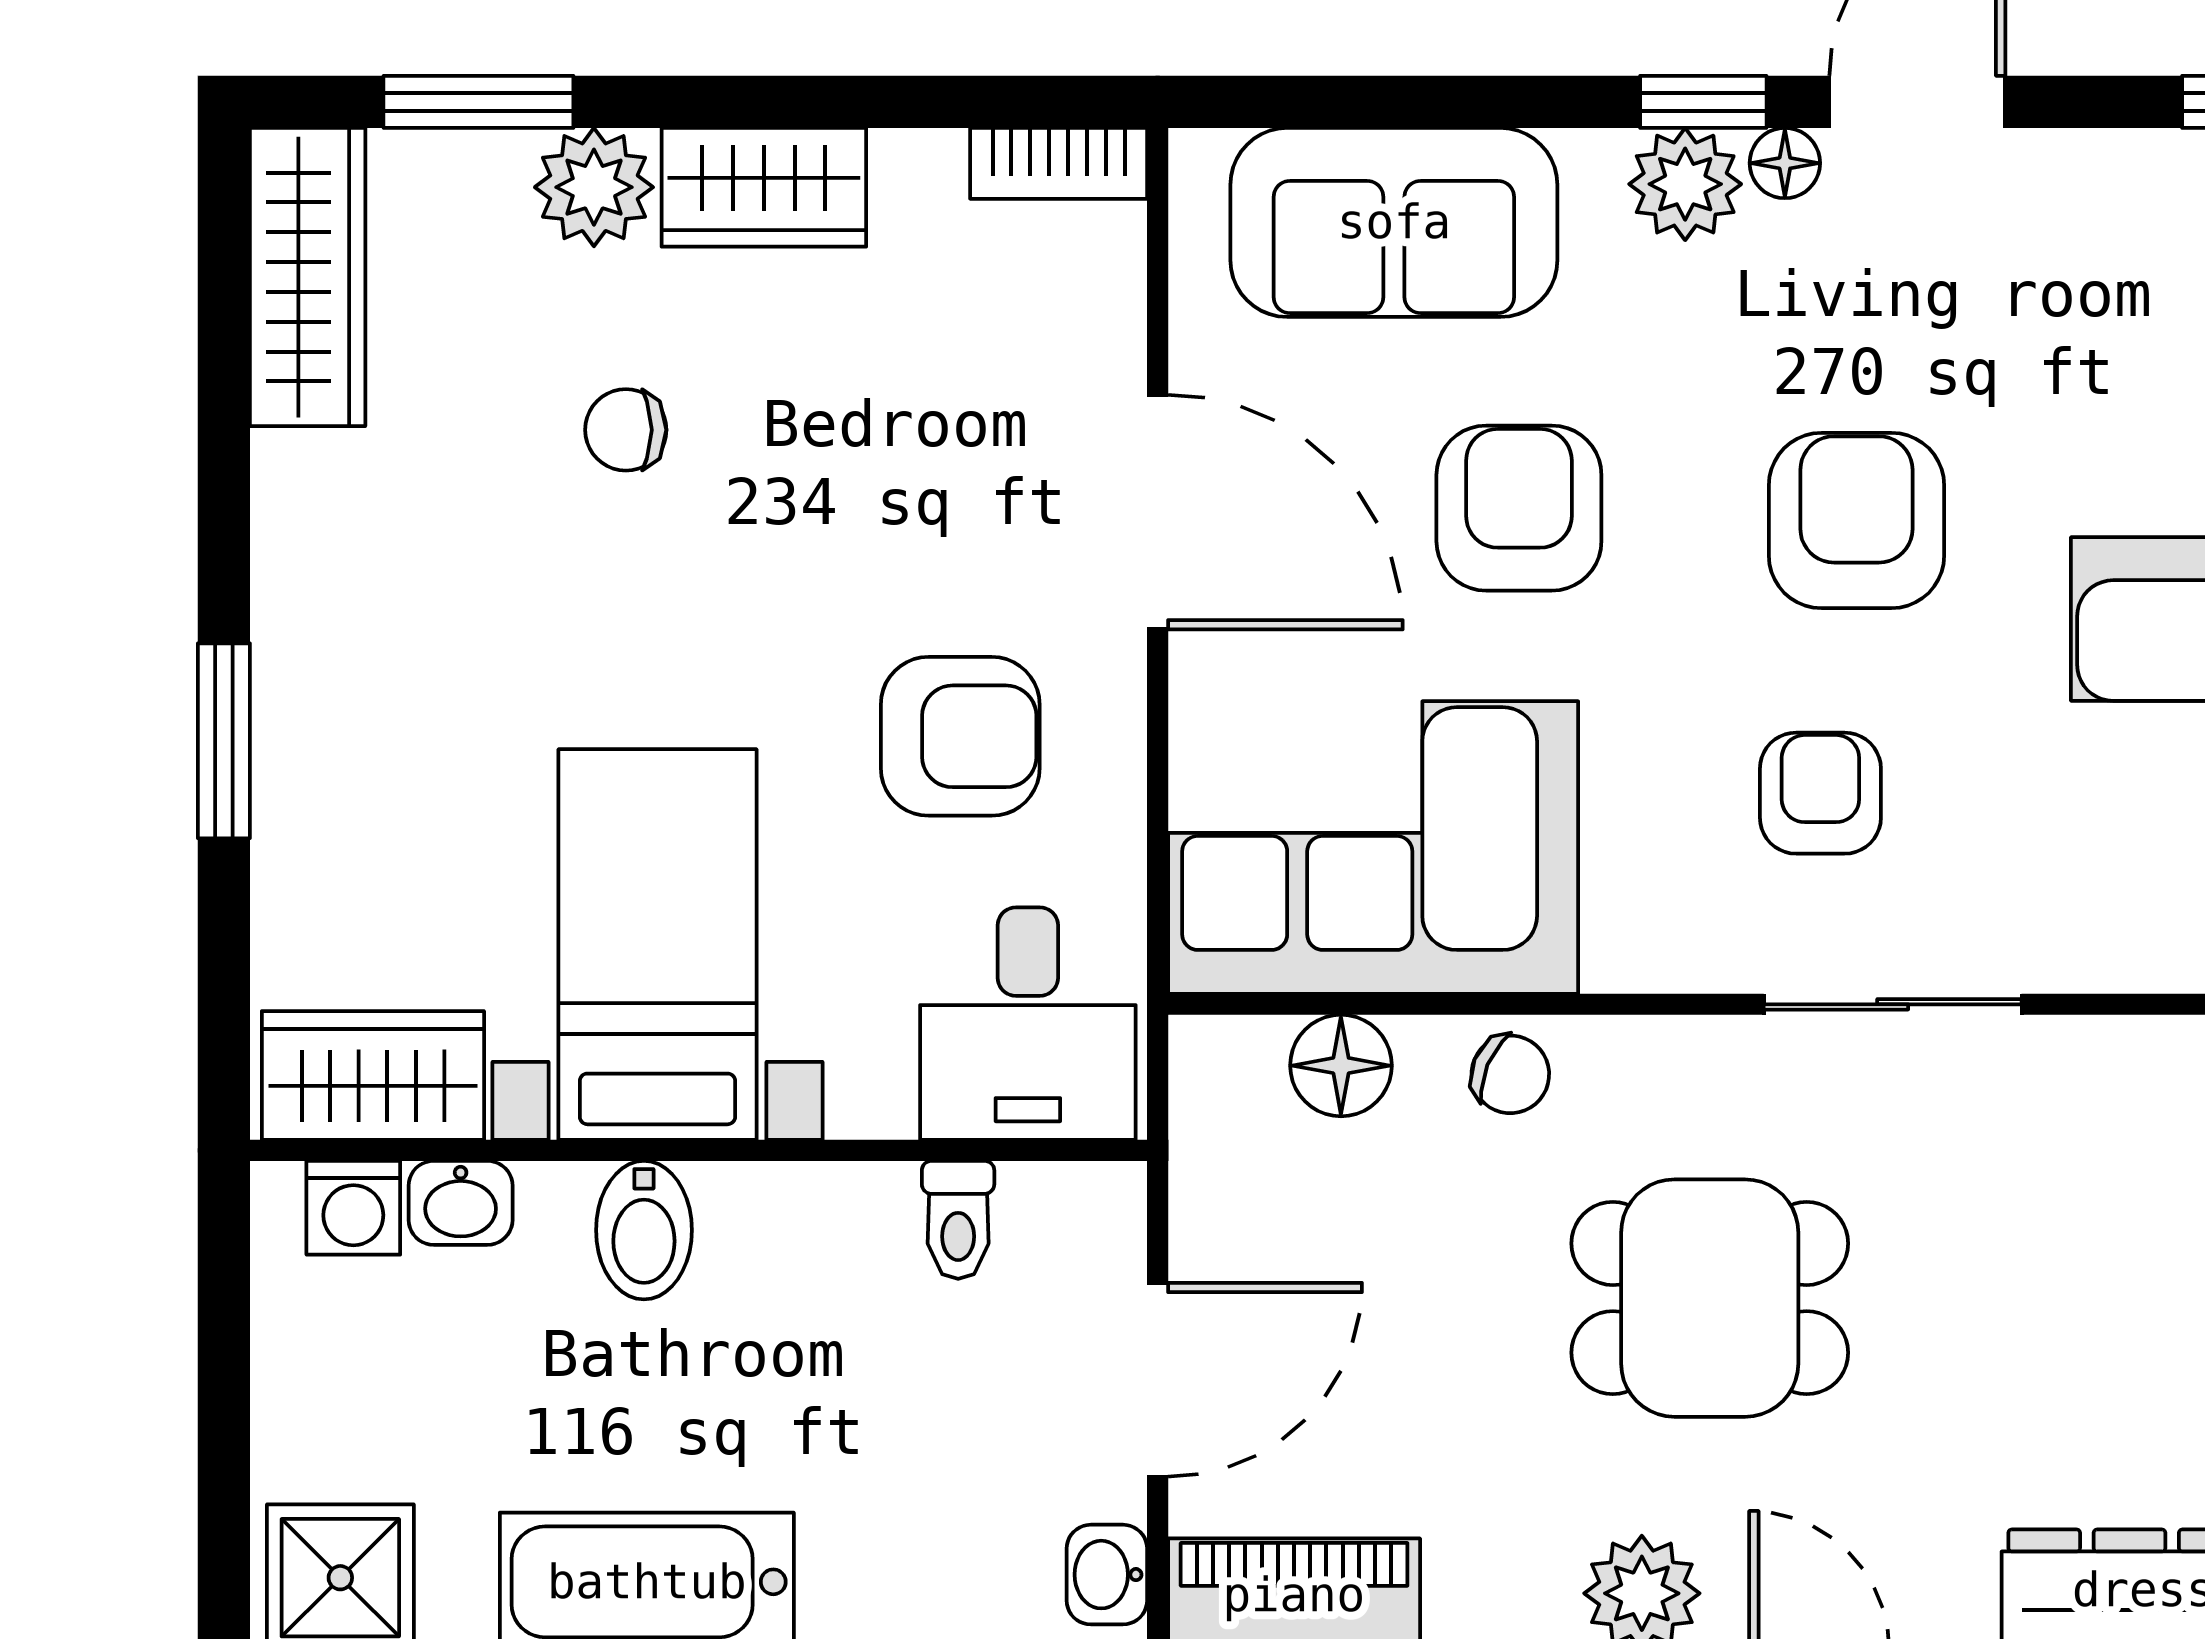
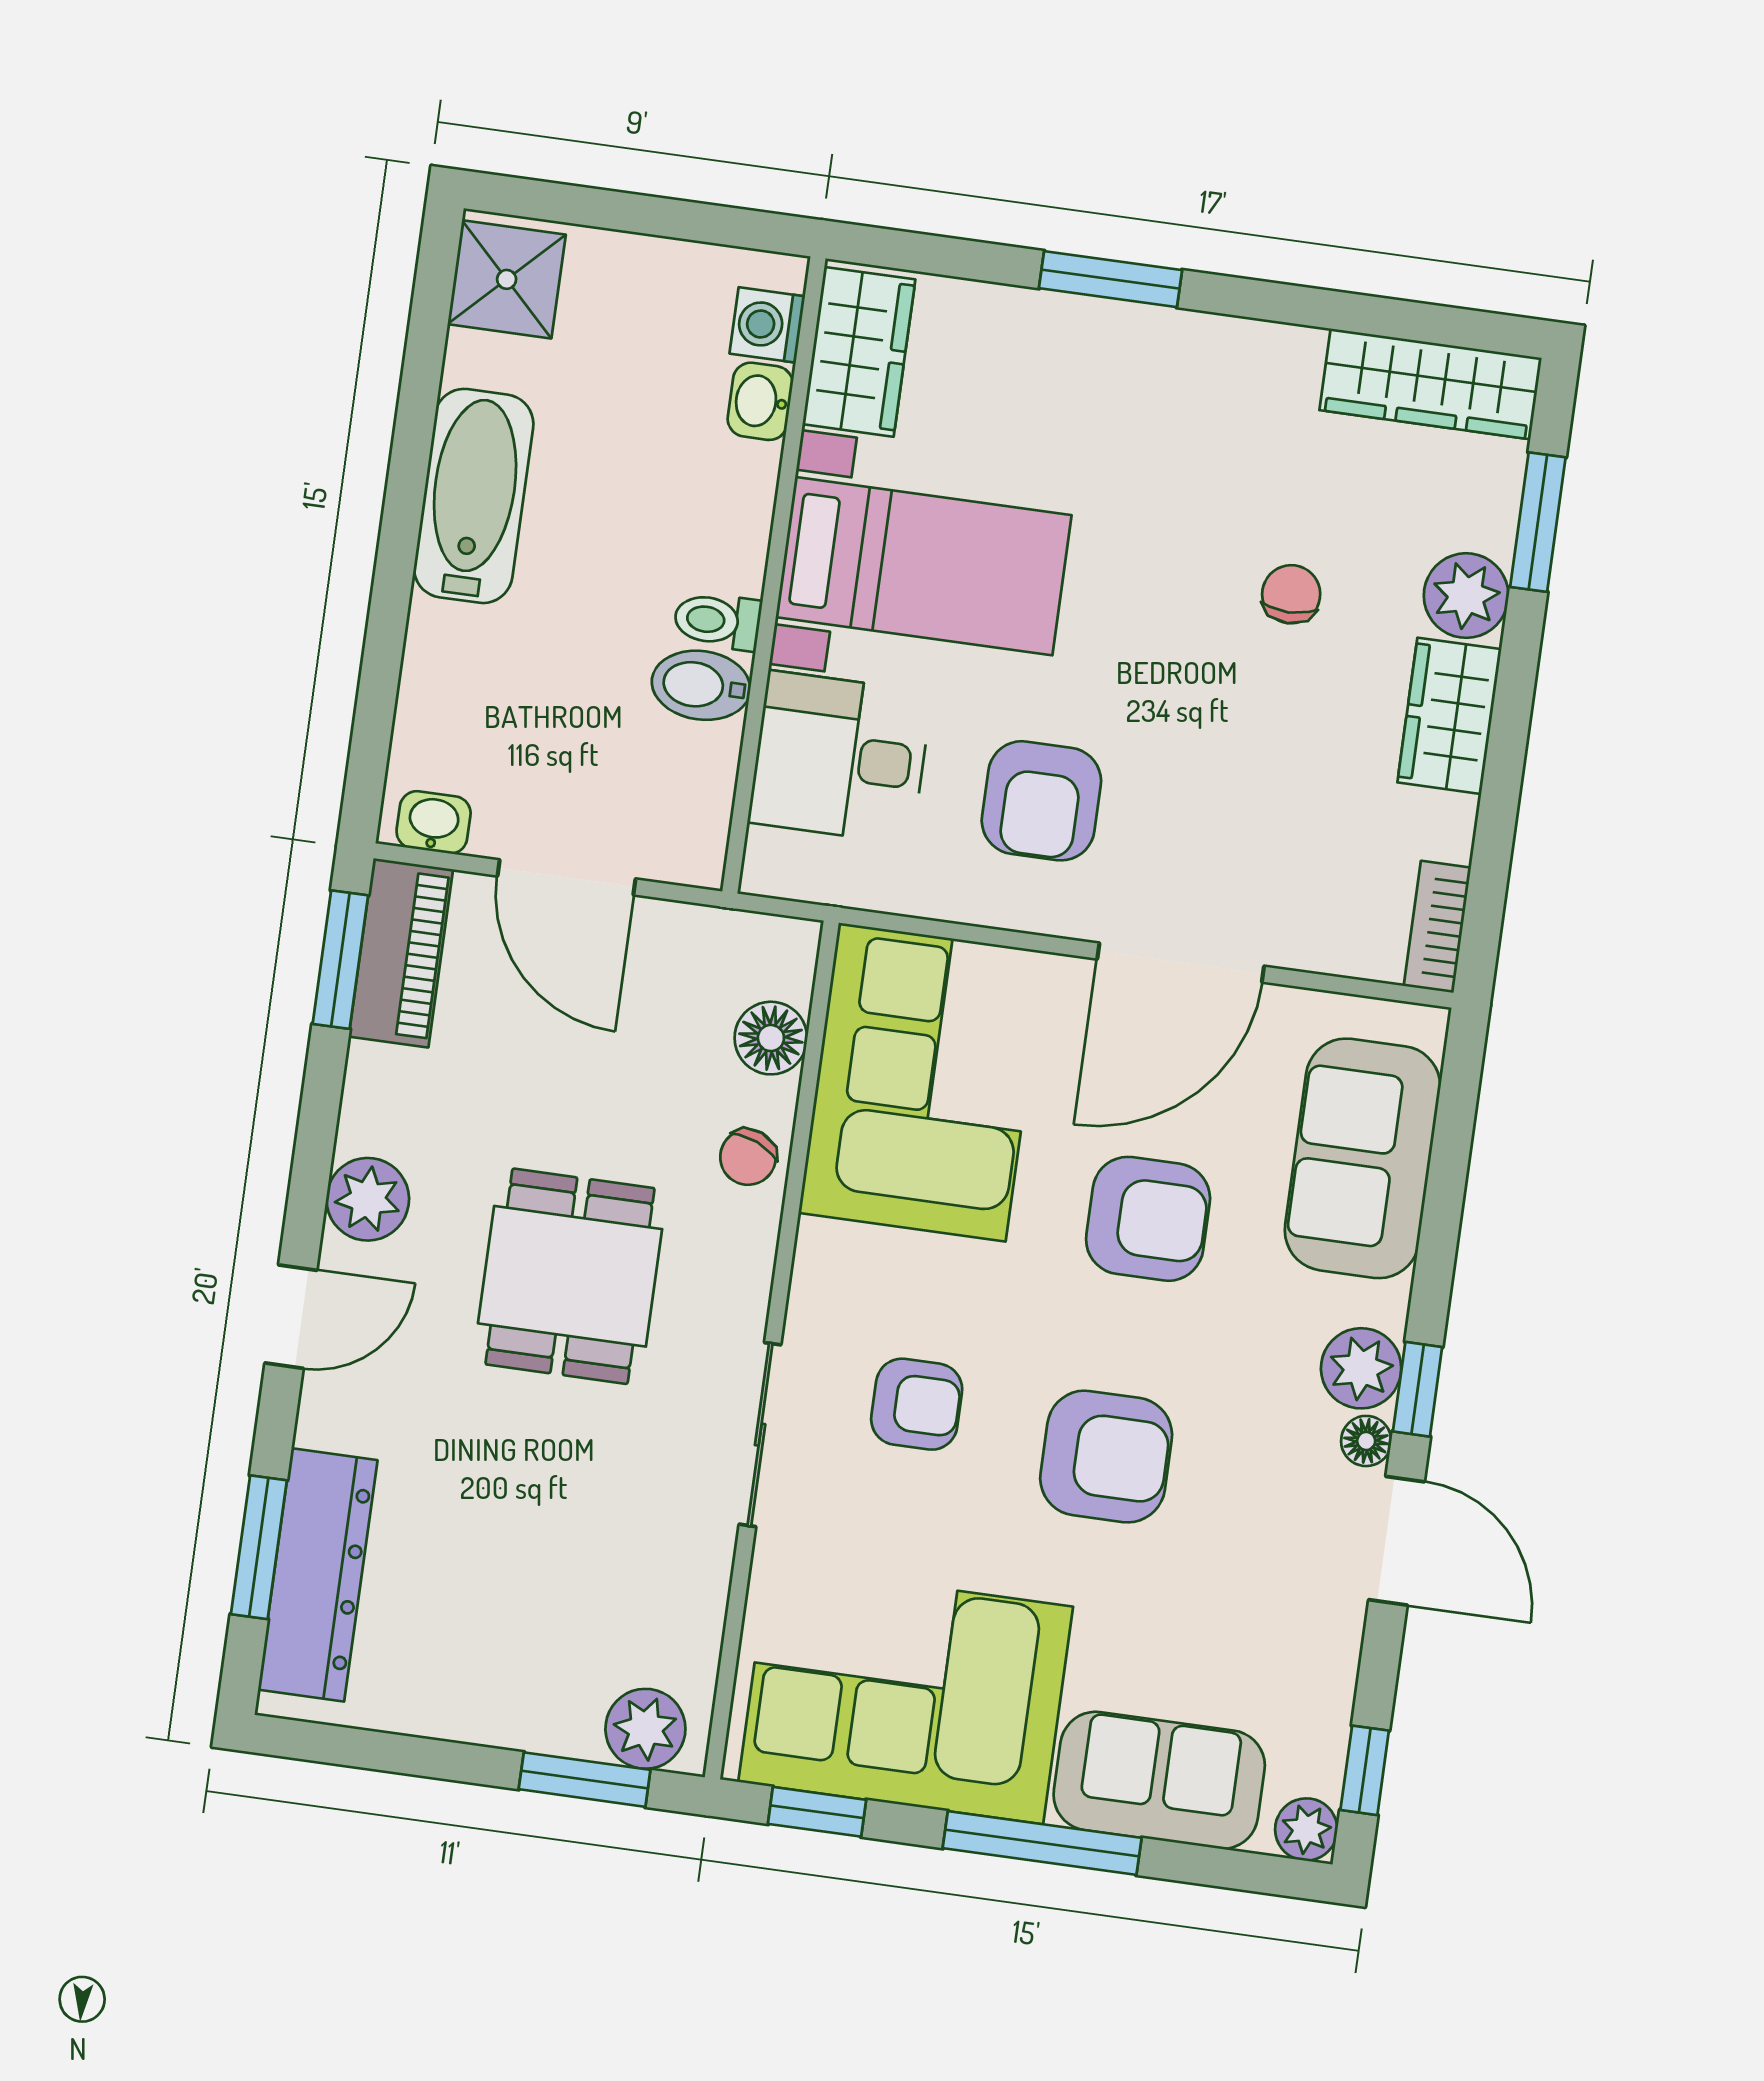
desk: (1028, 1024) -> (840, 757), moved
toilet: (958, 1220) -> (717, 621), moved
bidet: (644, 1230) -> (701, 685), moved

